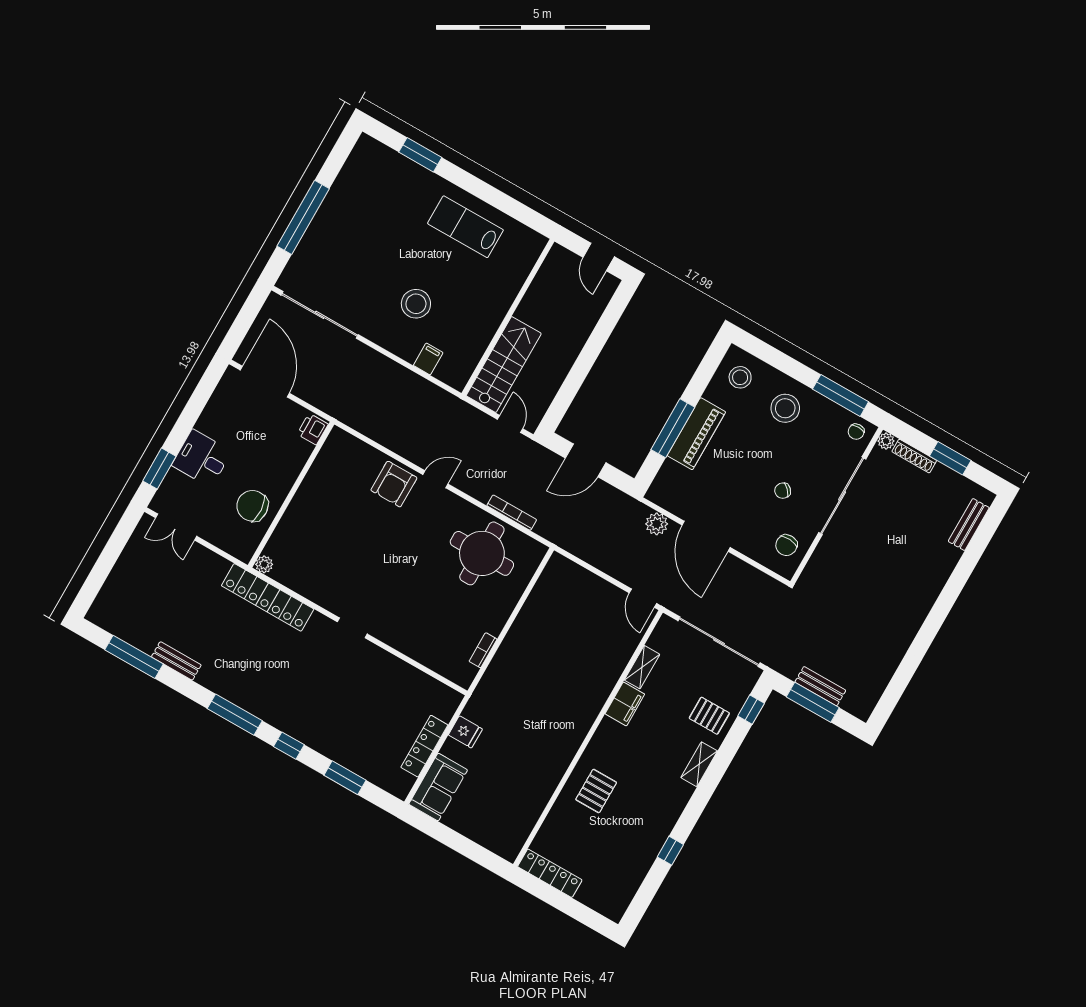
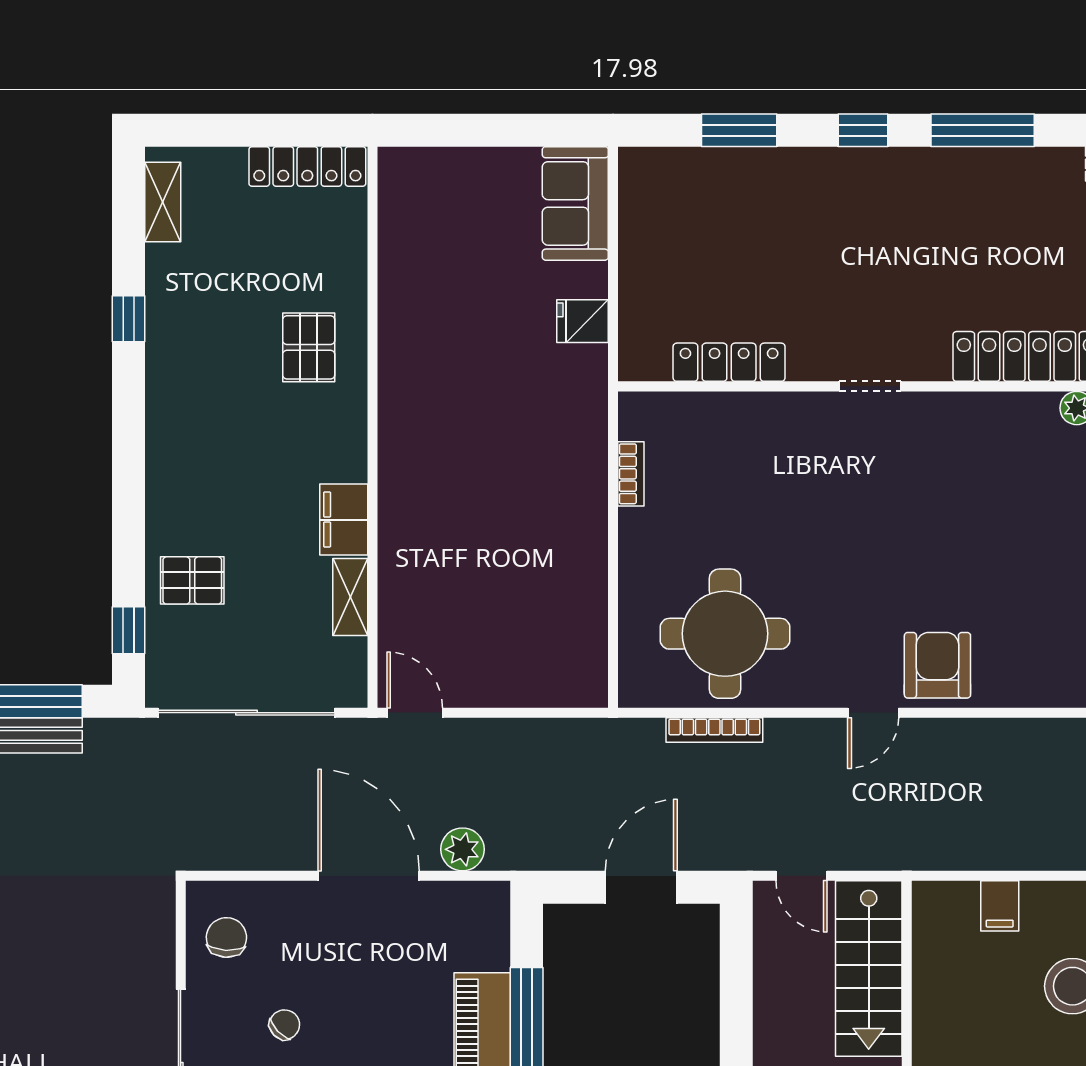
locker: (424, 746) -> (729, 362), moved, turned -90
shelving: (699, 764) -> (163, 202), moved

